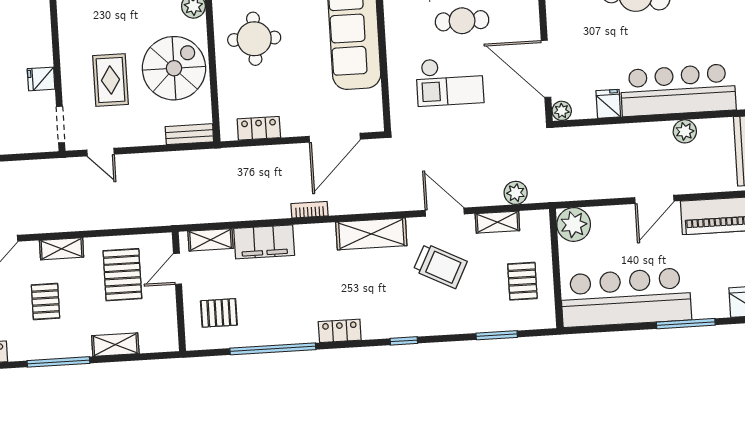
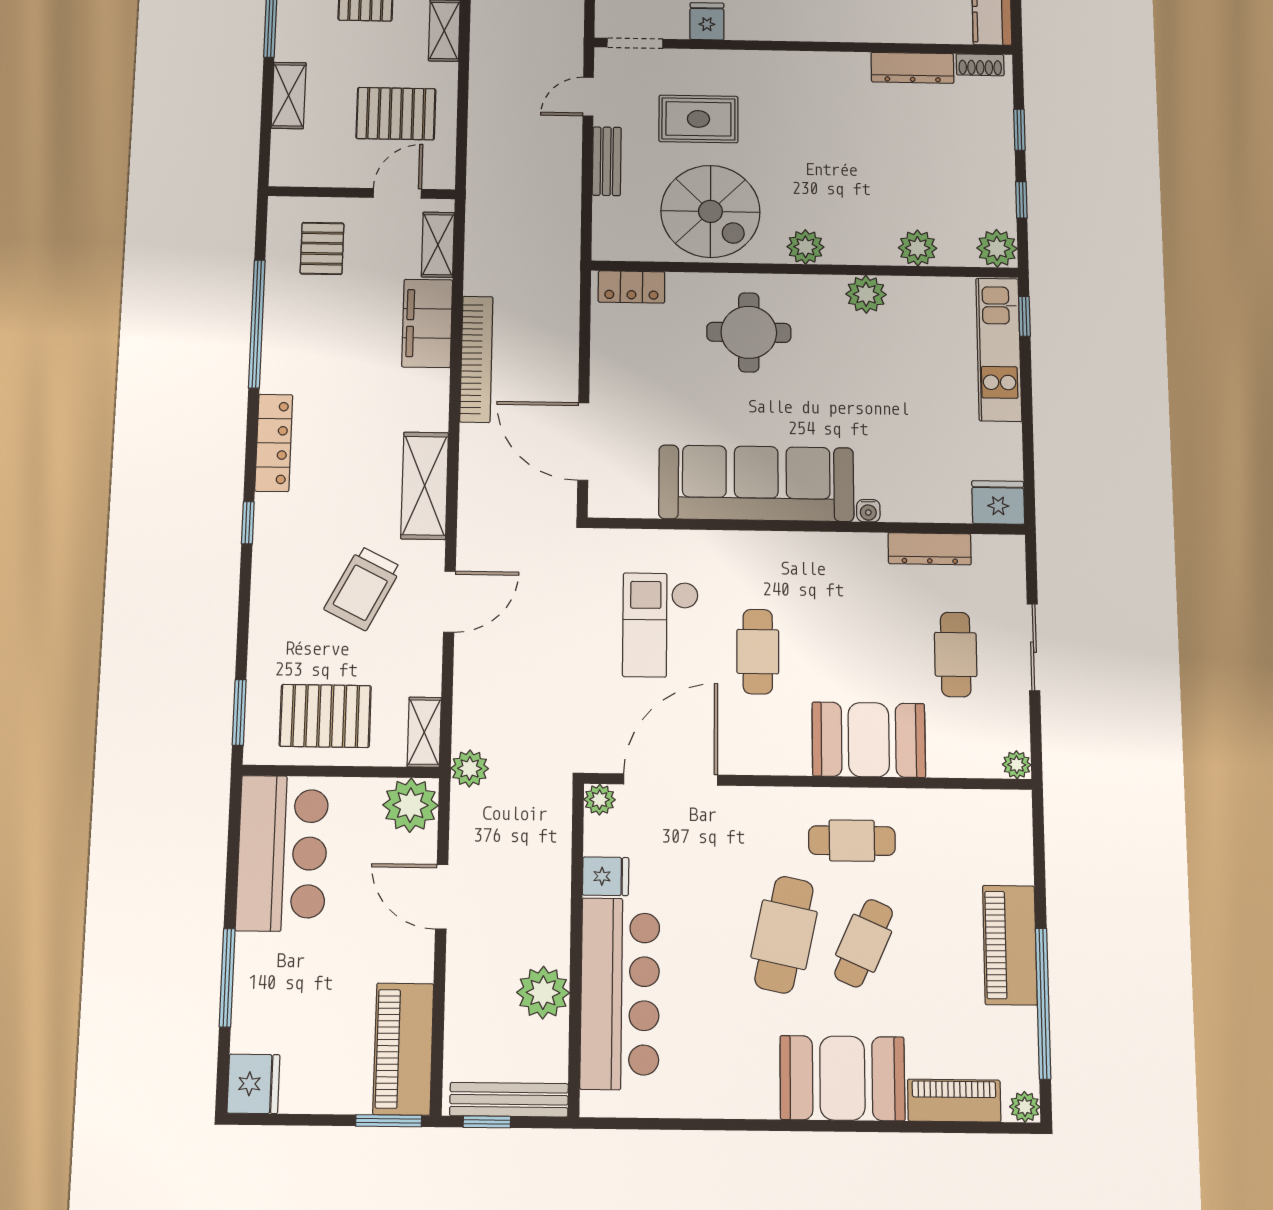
locker: (259, 128) -> (631, 287), moved, turned 90
plant: (685, 131) -> (543, 993), width x1.36, depth x1.36
bench: (189, 134) -> (607, 161), moved
plant: (516, 193) -> (470, 768), moved
door: (654, 199) -> (442, 897), moved
bookcase: (310, 210) -> (476, 359), width x2.31, depth x1.31
shelving: (497, 222) -> (424, 732), moved
door: (177, 269) -> (397, 193), hinge flipped
pallet: (522, 281) -> (325, 716), width x1.50, depth x1.42
bar counter: (626, 298) -> (282, 853), width x0.73
locker: (340, 331) -> (274, 443), width x1.53
window: (497, 335) -> (239, 712), moved

